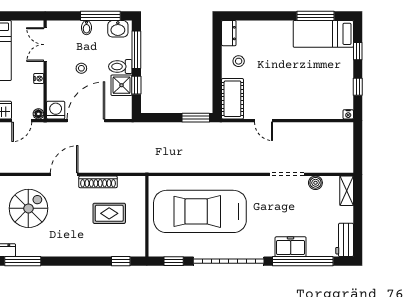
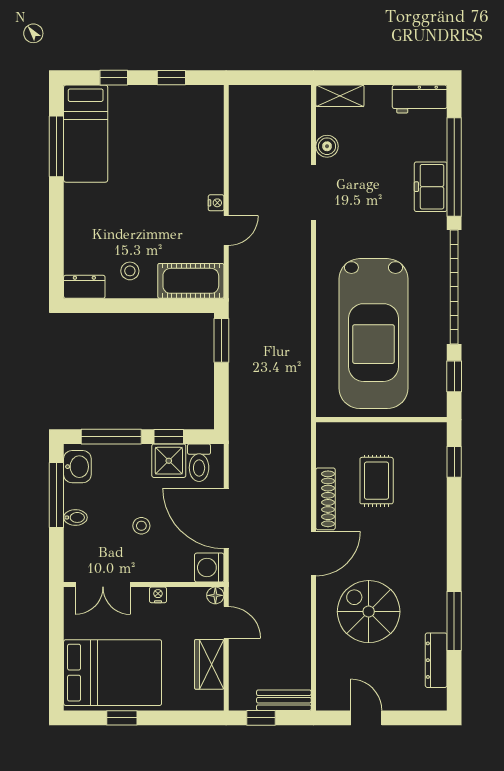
toilet: (120, 67) -> (199, 463), moved
nightstand: (348, 114) -> (216, 203), moved
door: (64, 174) -> (313, 554), swing flipped

